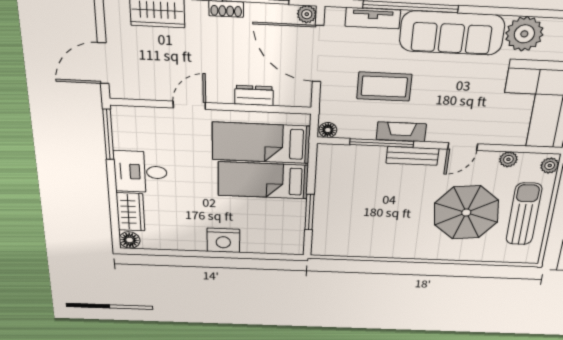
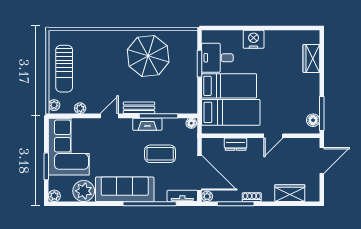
tv unit: (373, 18) -> (182, 196), moved
desk: (141, 172) -> (217, 58), moved, turned 180
parasol: (466, 213) -> (148, 56), moved
floor lamp: (130, 240) -> (313, 120), moved

